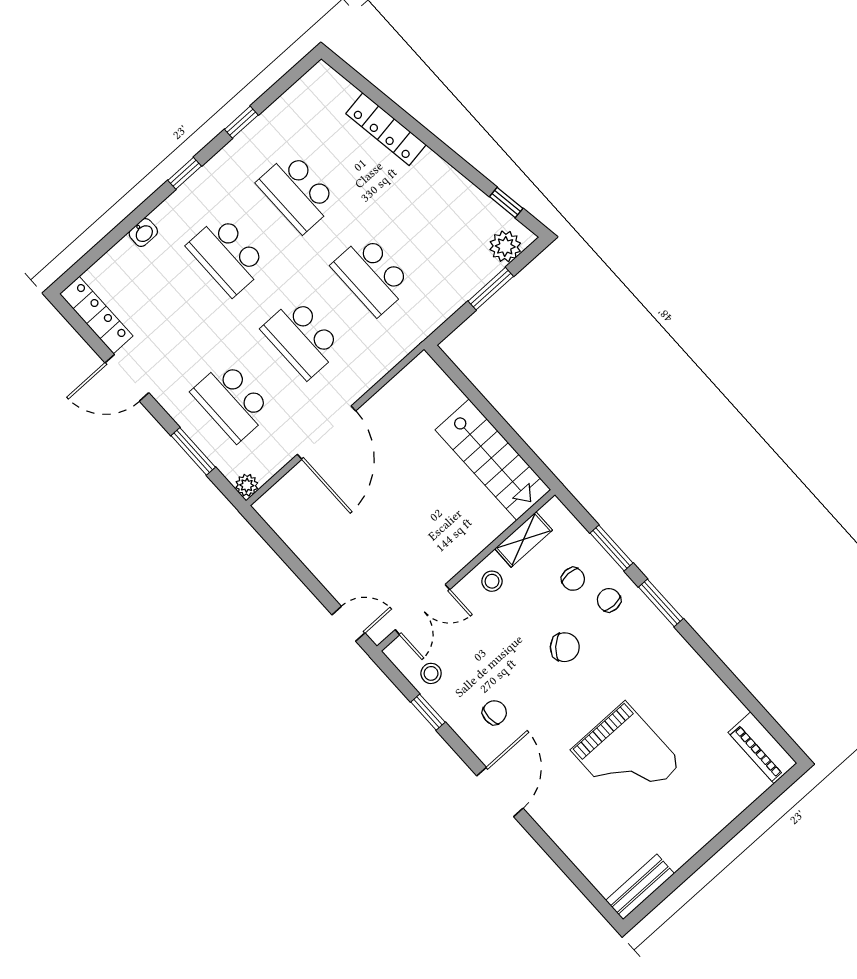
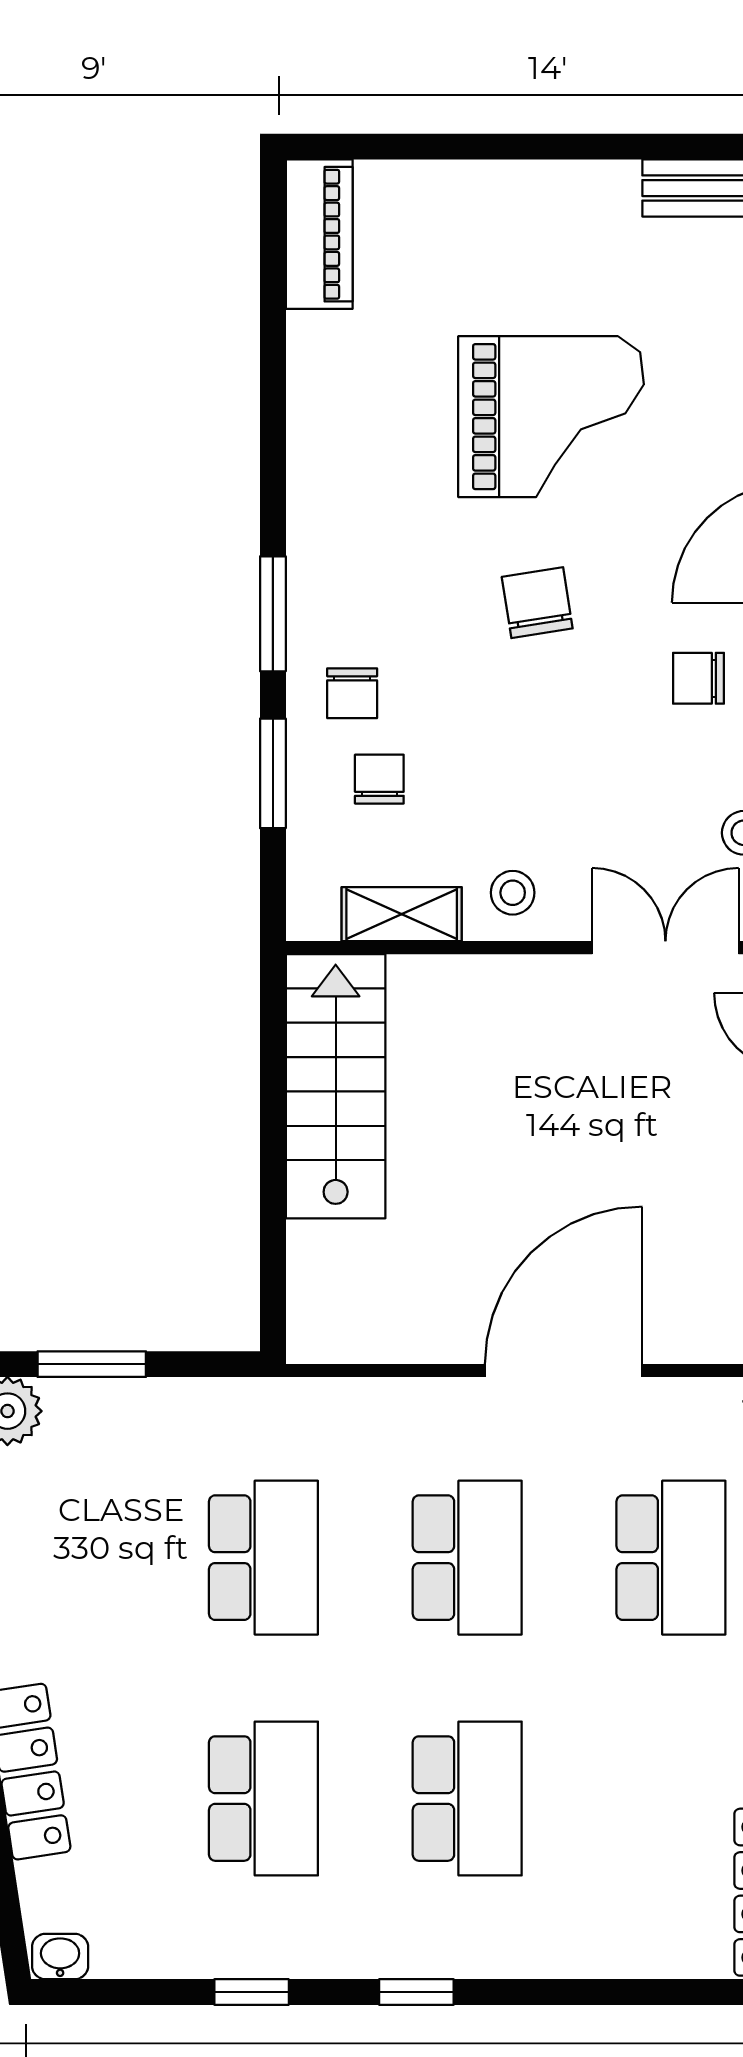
washbasin: (143, 233) -> (60, 1956), moved
chair: (565, 647) -> (537, 603), moved, turned 37
grand piano: (626, 757) -> (551, 417), turned 90

